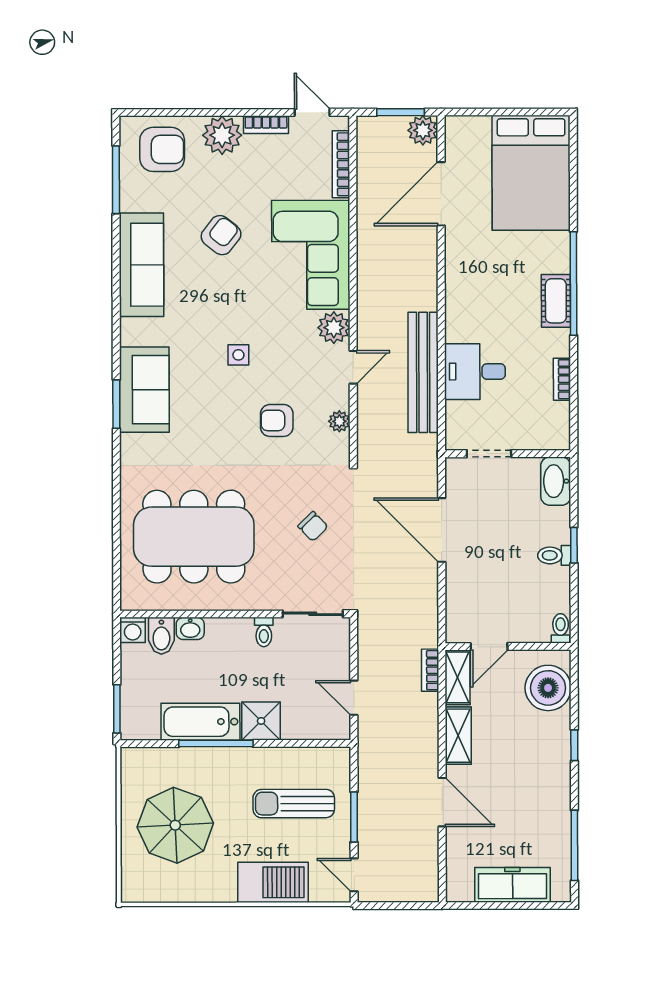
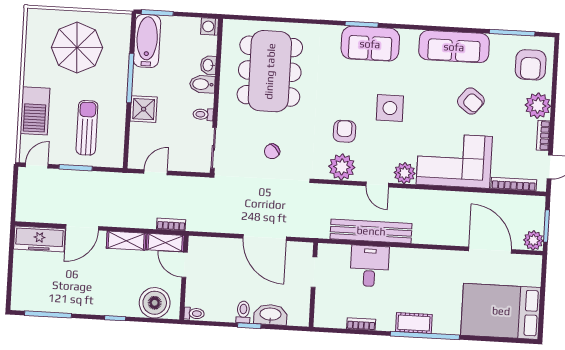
side table: (238, 355) -> (390, 108), width x1.87, depth x1.87
plant: (339, 421) -> (342, 167), width x1.87, depth x1.87
washbasin: (556, 481) -> (270, 315), moved
door: (442, 530) -> (265, 238), swing flipped
bidet: (161, 636) -> (202, 84), moved
bathtub: (200, 722) -> (147, 41), moved
freezer: (512, 885) -> (39, 239), moved, turned 90

